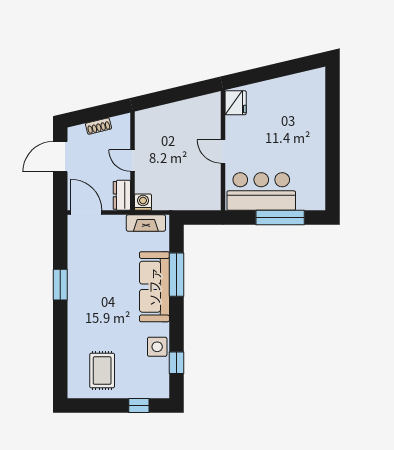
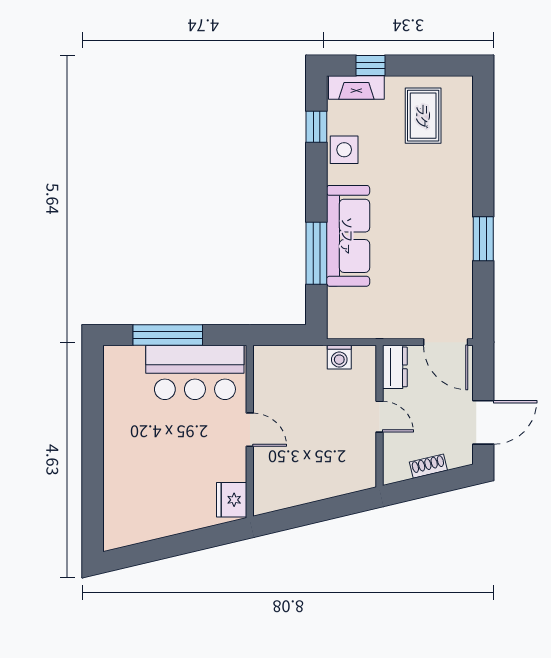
washing machine: (143, 202) -> (339, 357), moved
fireplace: (146, 223) -> (356, 88), moved, turned 180

